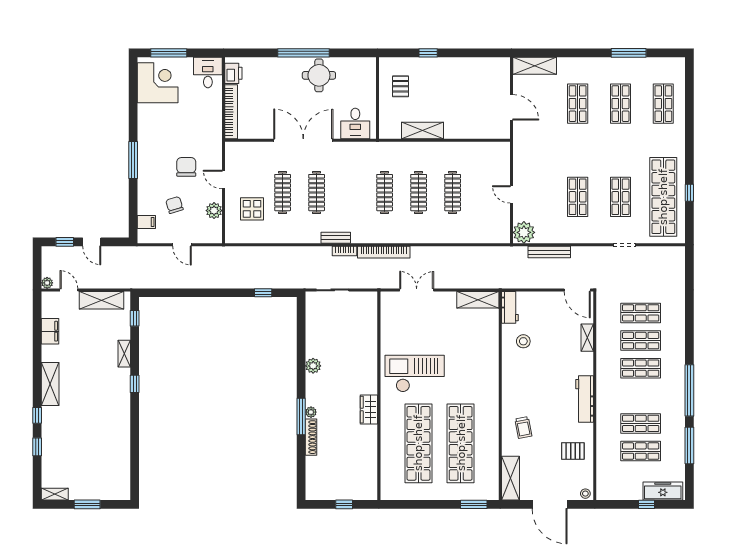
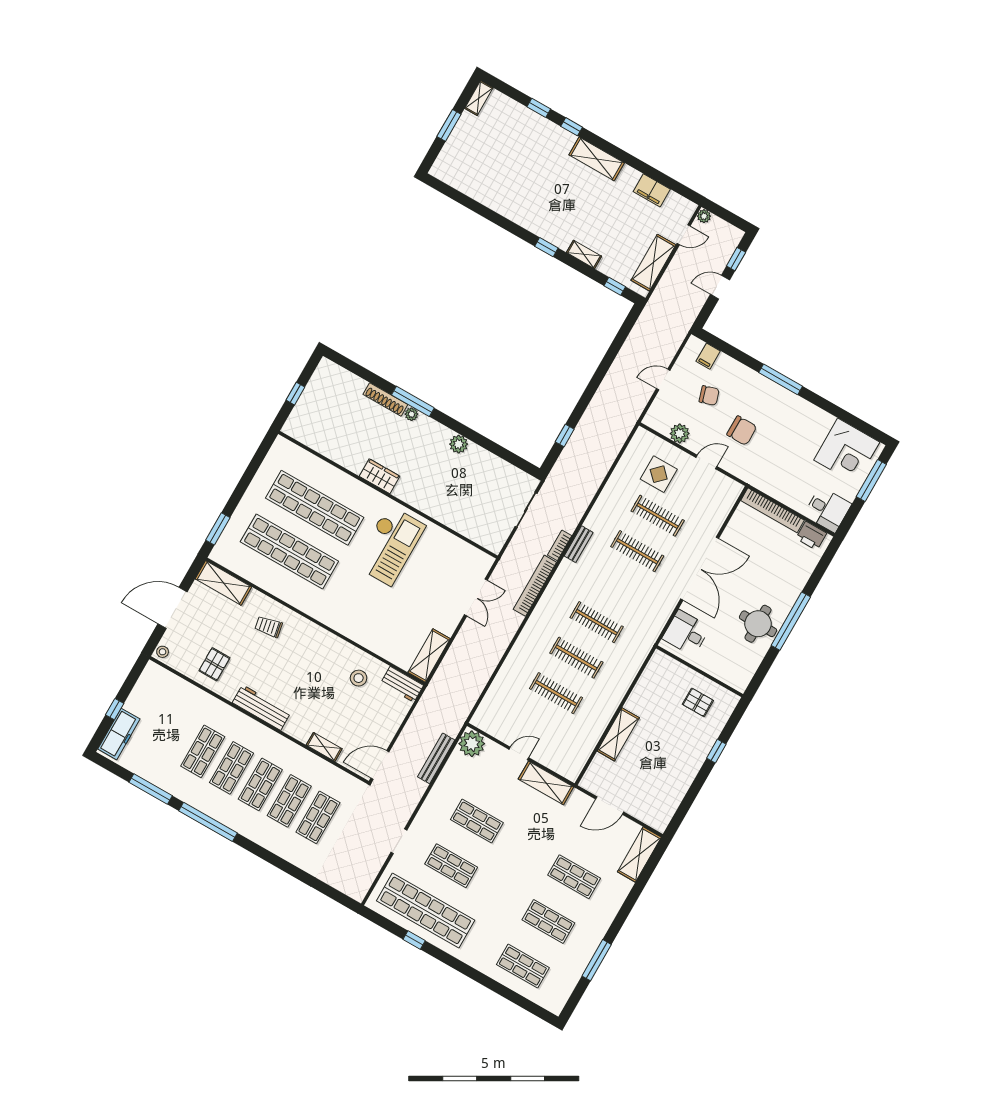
shelving: (422, 131) -> (618, 734), moved
shelving: (522, 163) -> (546, 783), added
shop shelf: (641, 451) -> (232, 768), moved

